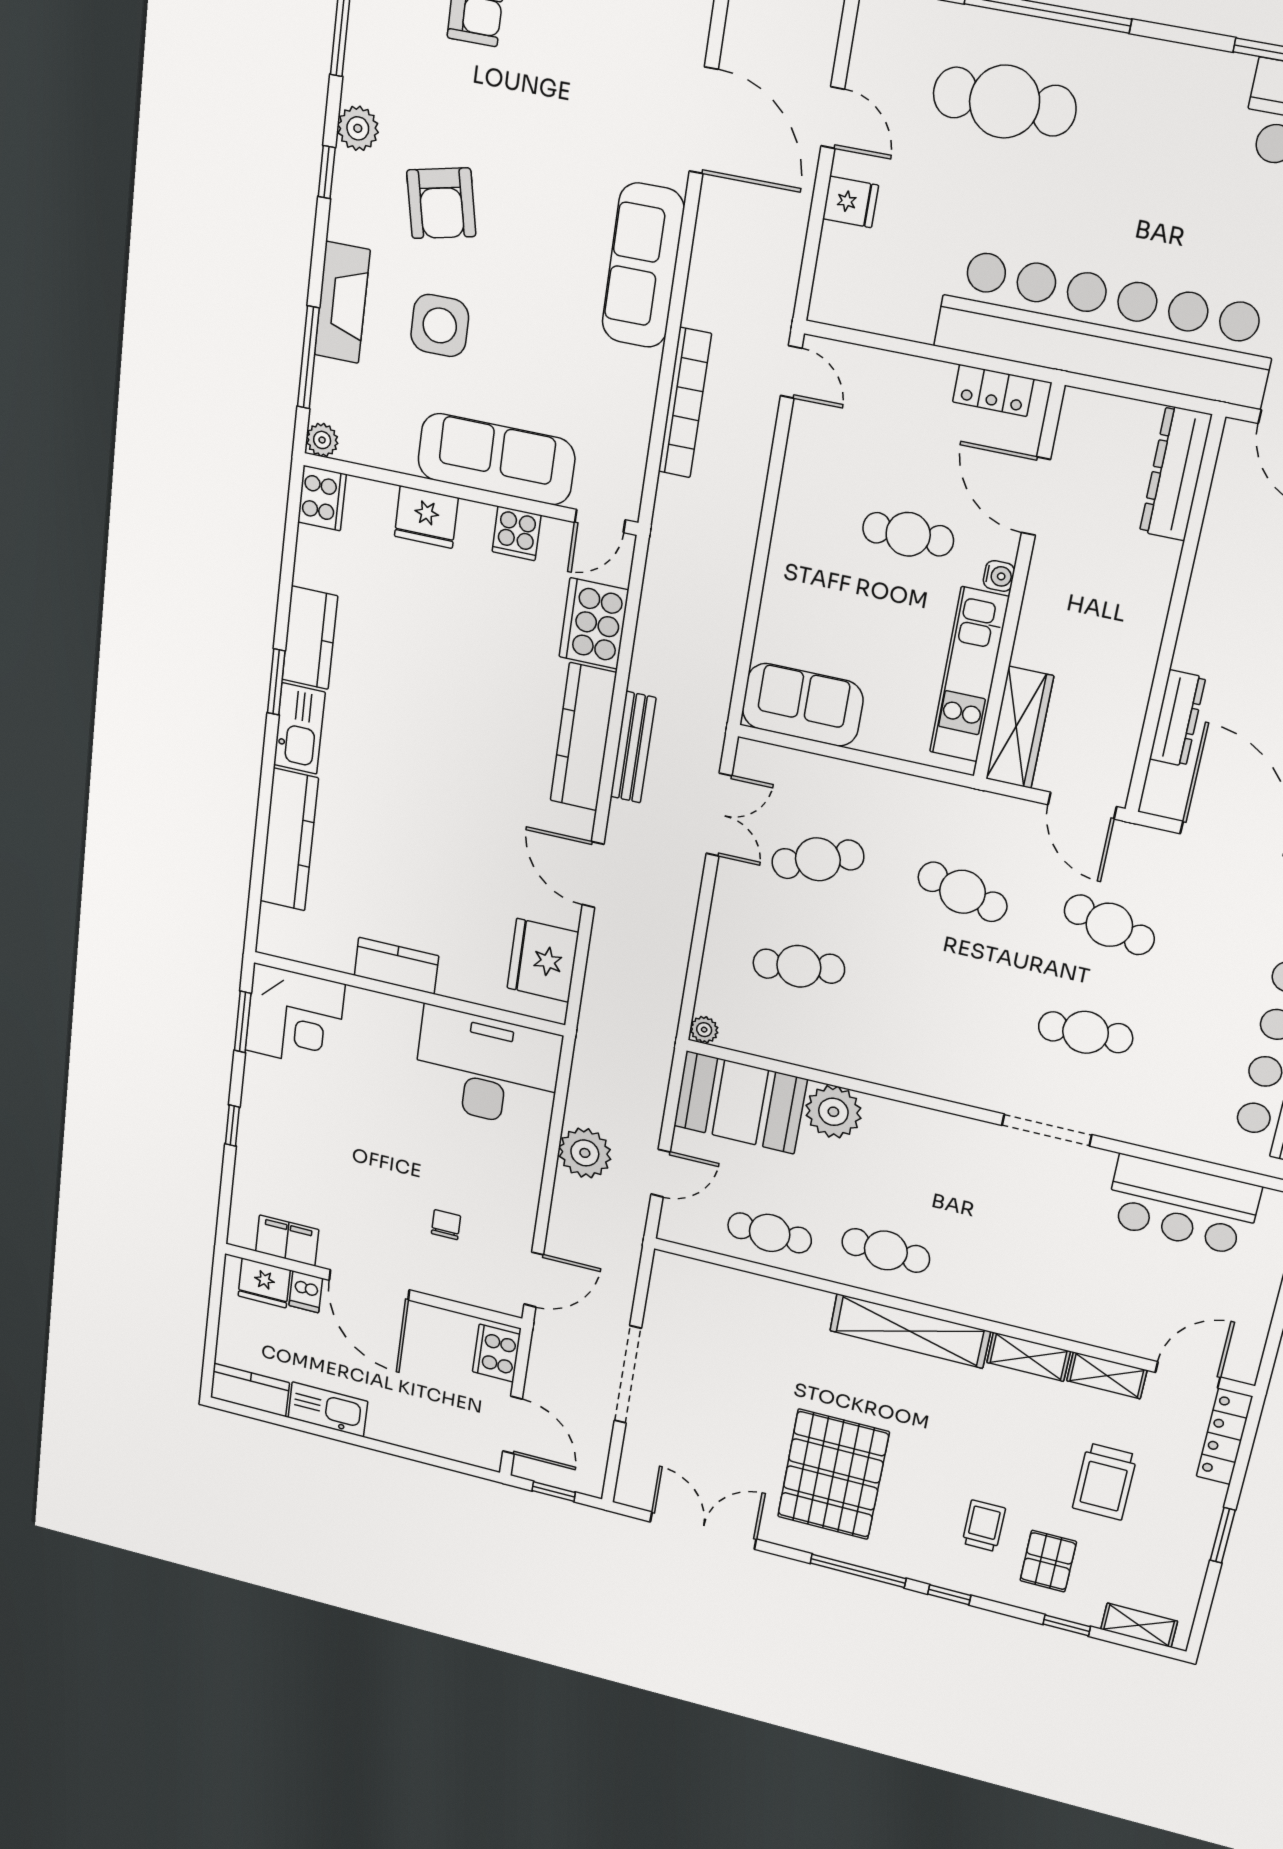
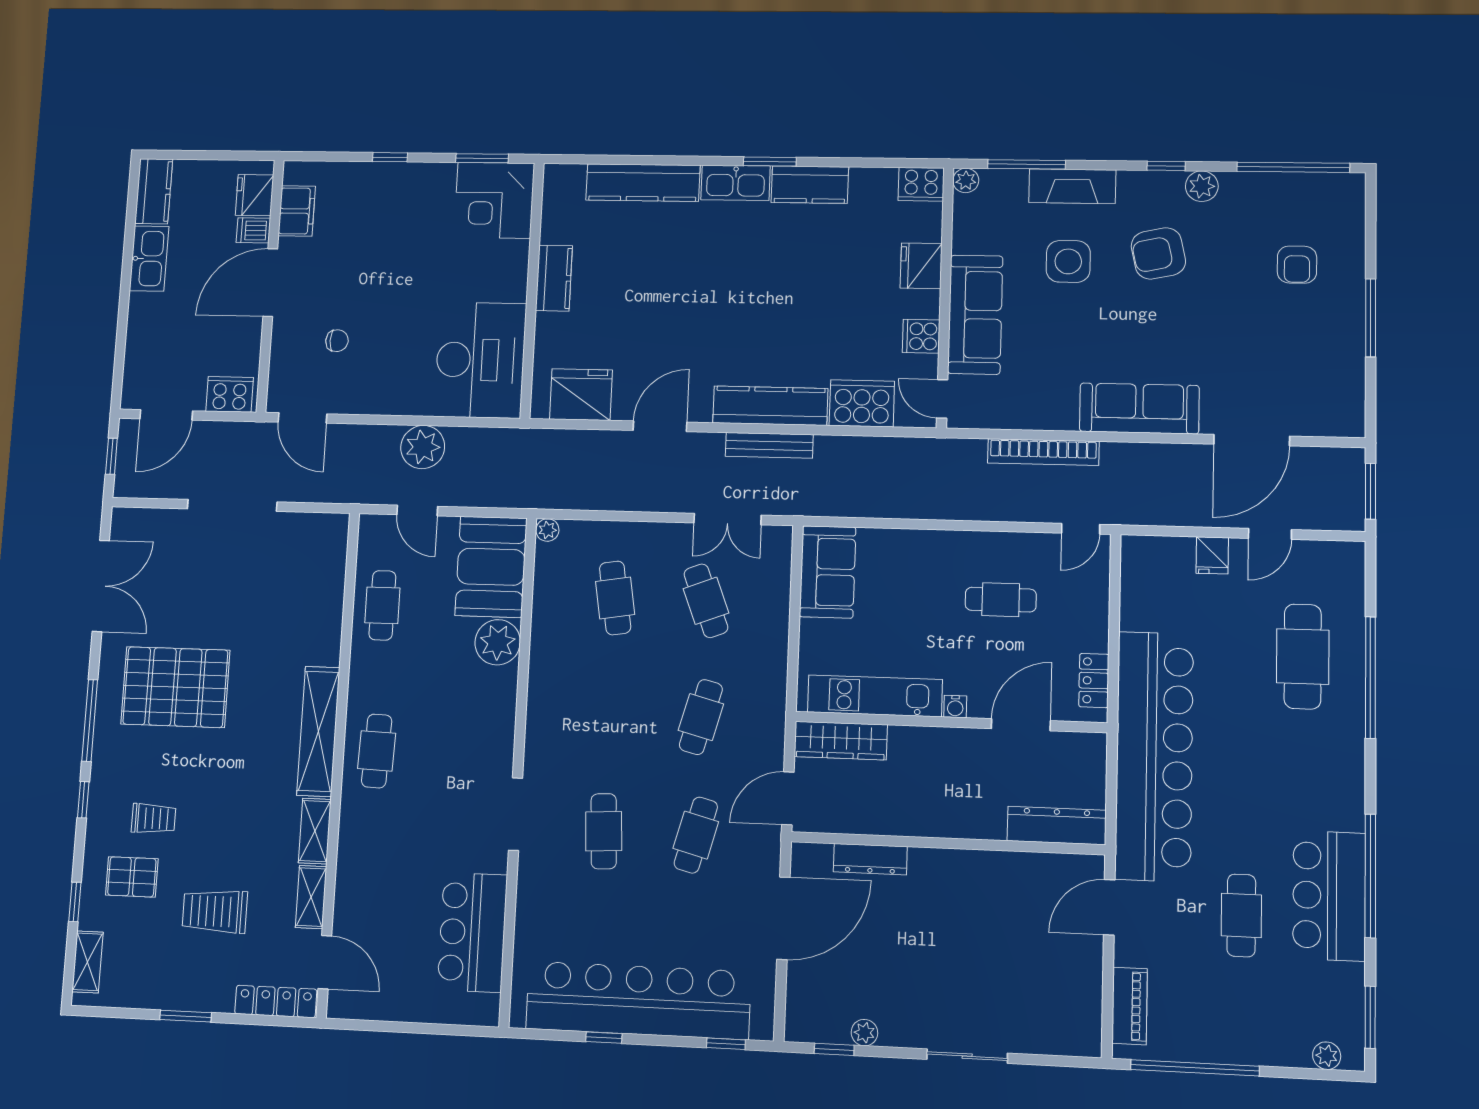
cafe table: (908, 534) -> (1001, 600), moved, turned 90
cafe table: (886, 1250) -> (377, 751), moved

